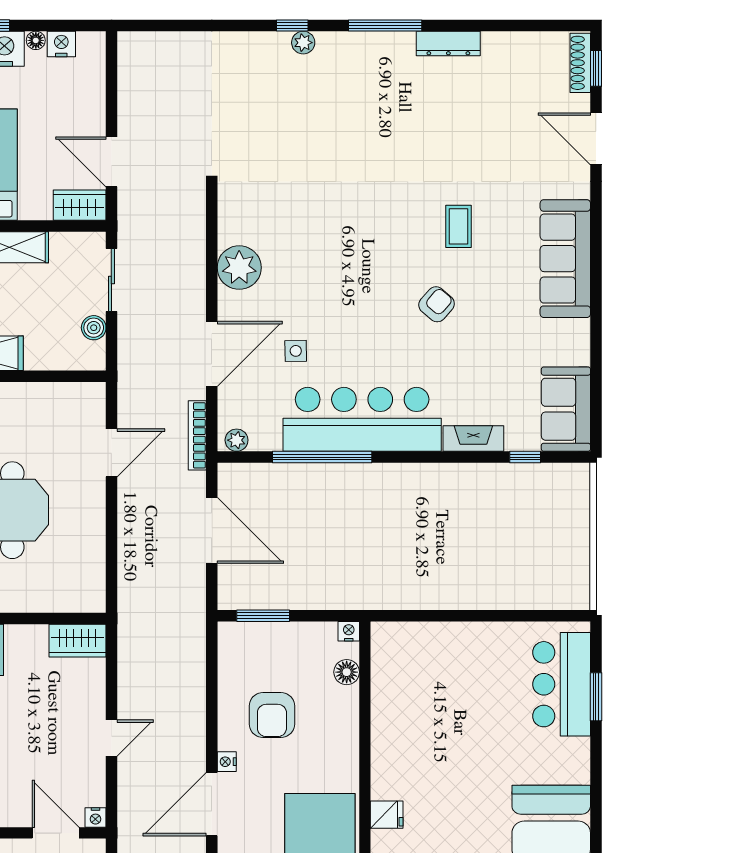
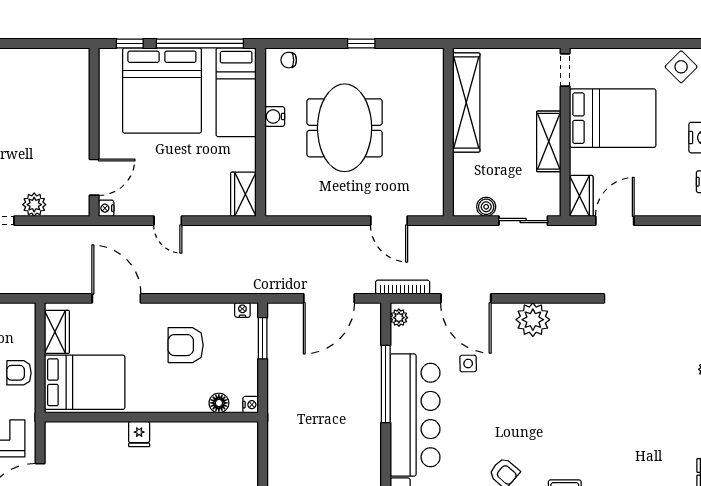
nightstand: (227, 762) -> (242, 310), moved
fridge: (387, 815) -> (139, 434), moved

